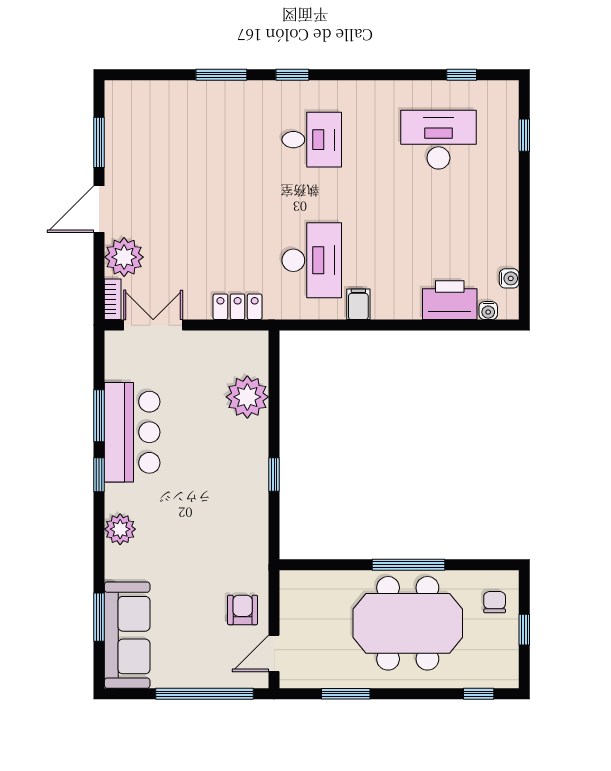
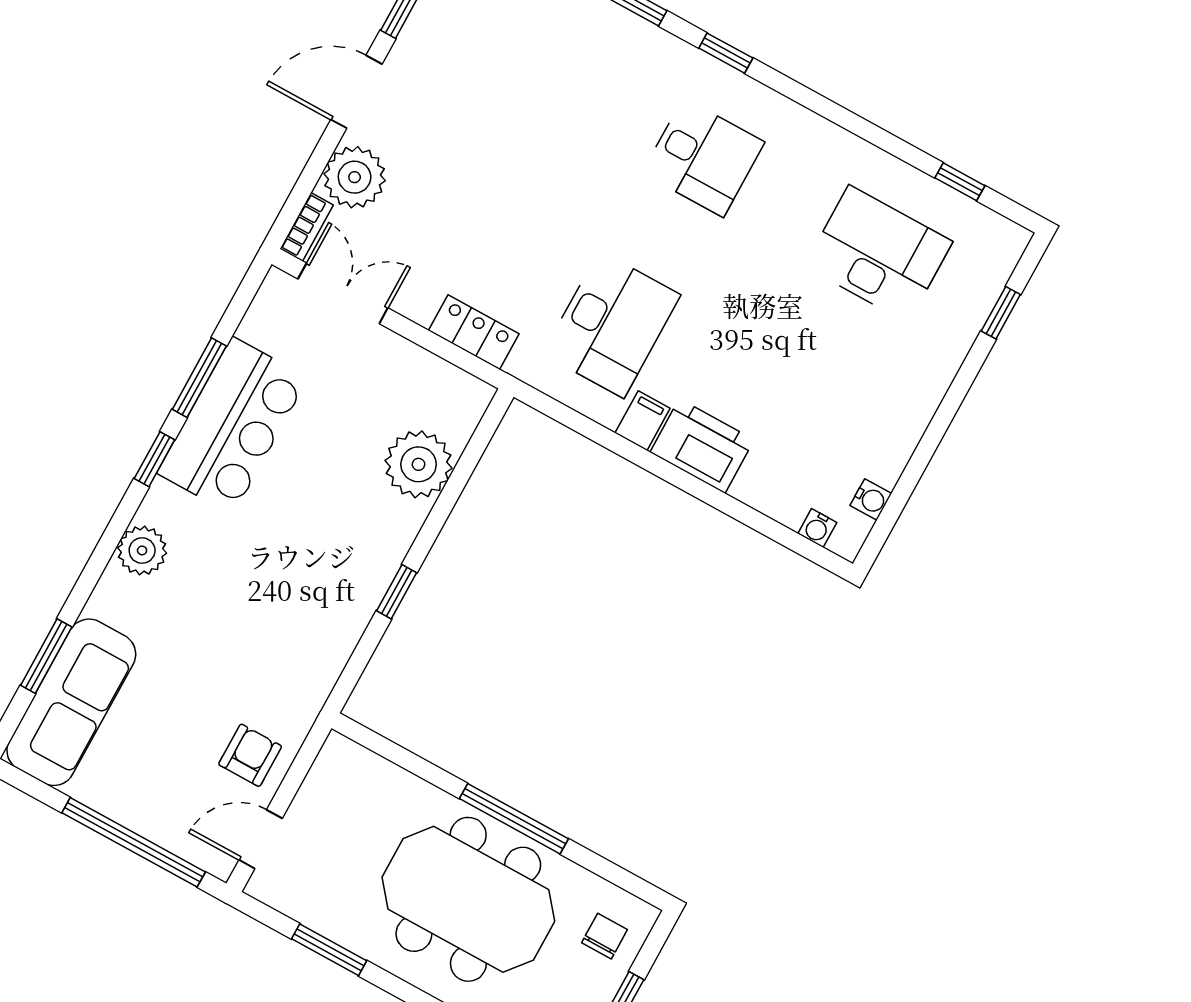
printer: (450, 300) -> (702, 446), moved

